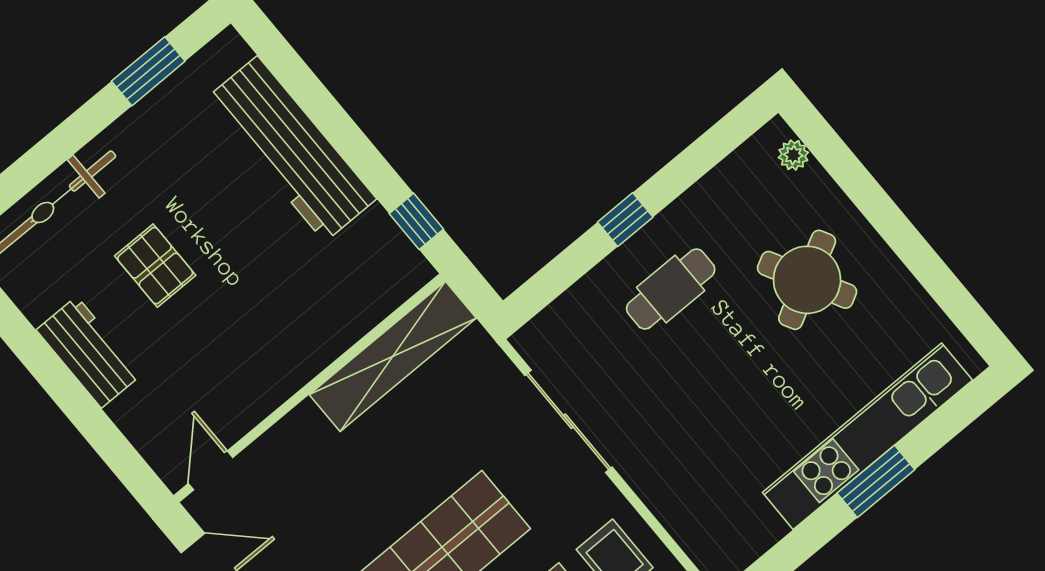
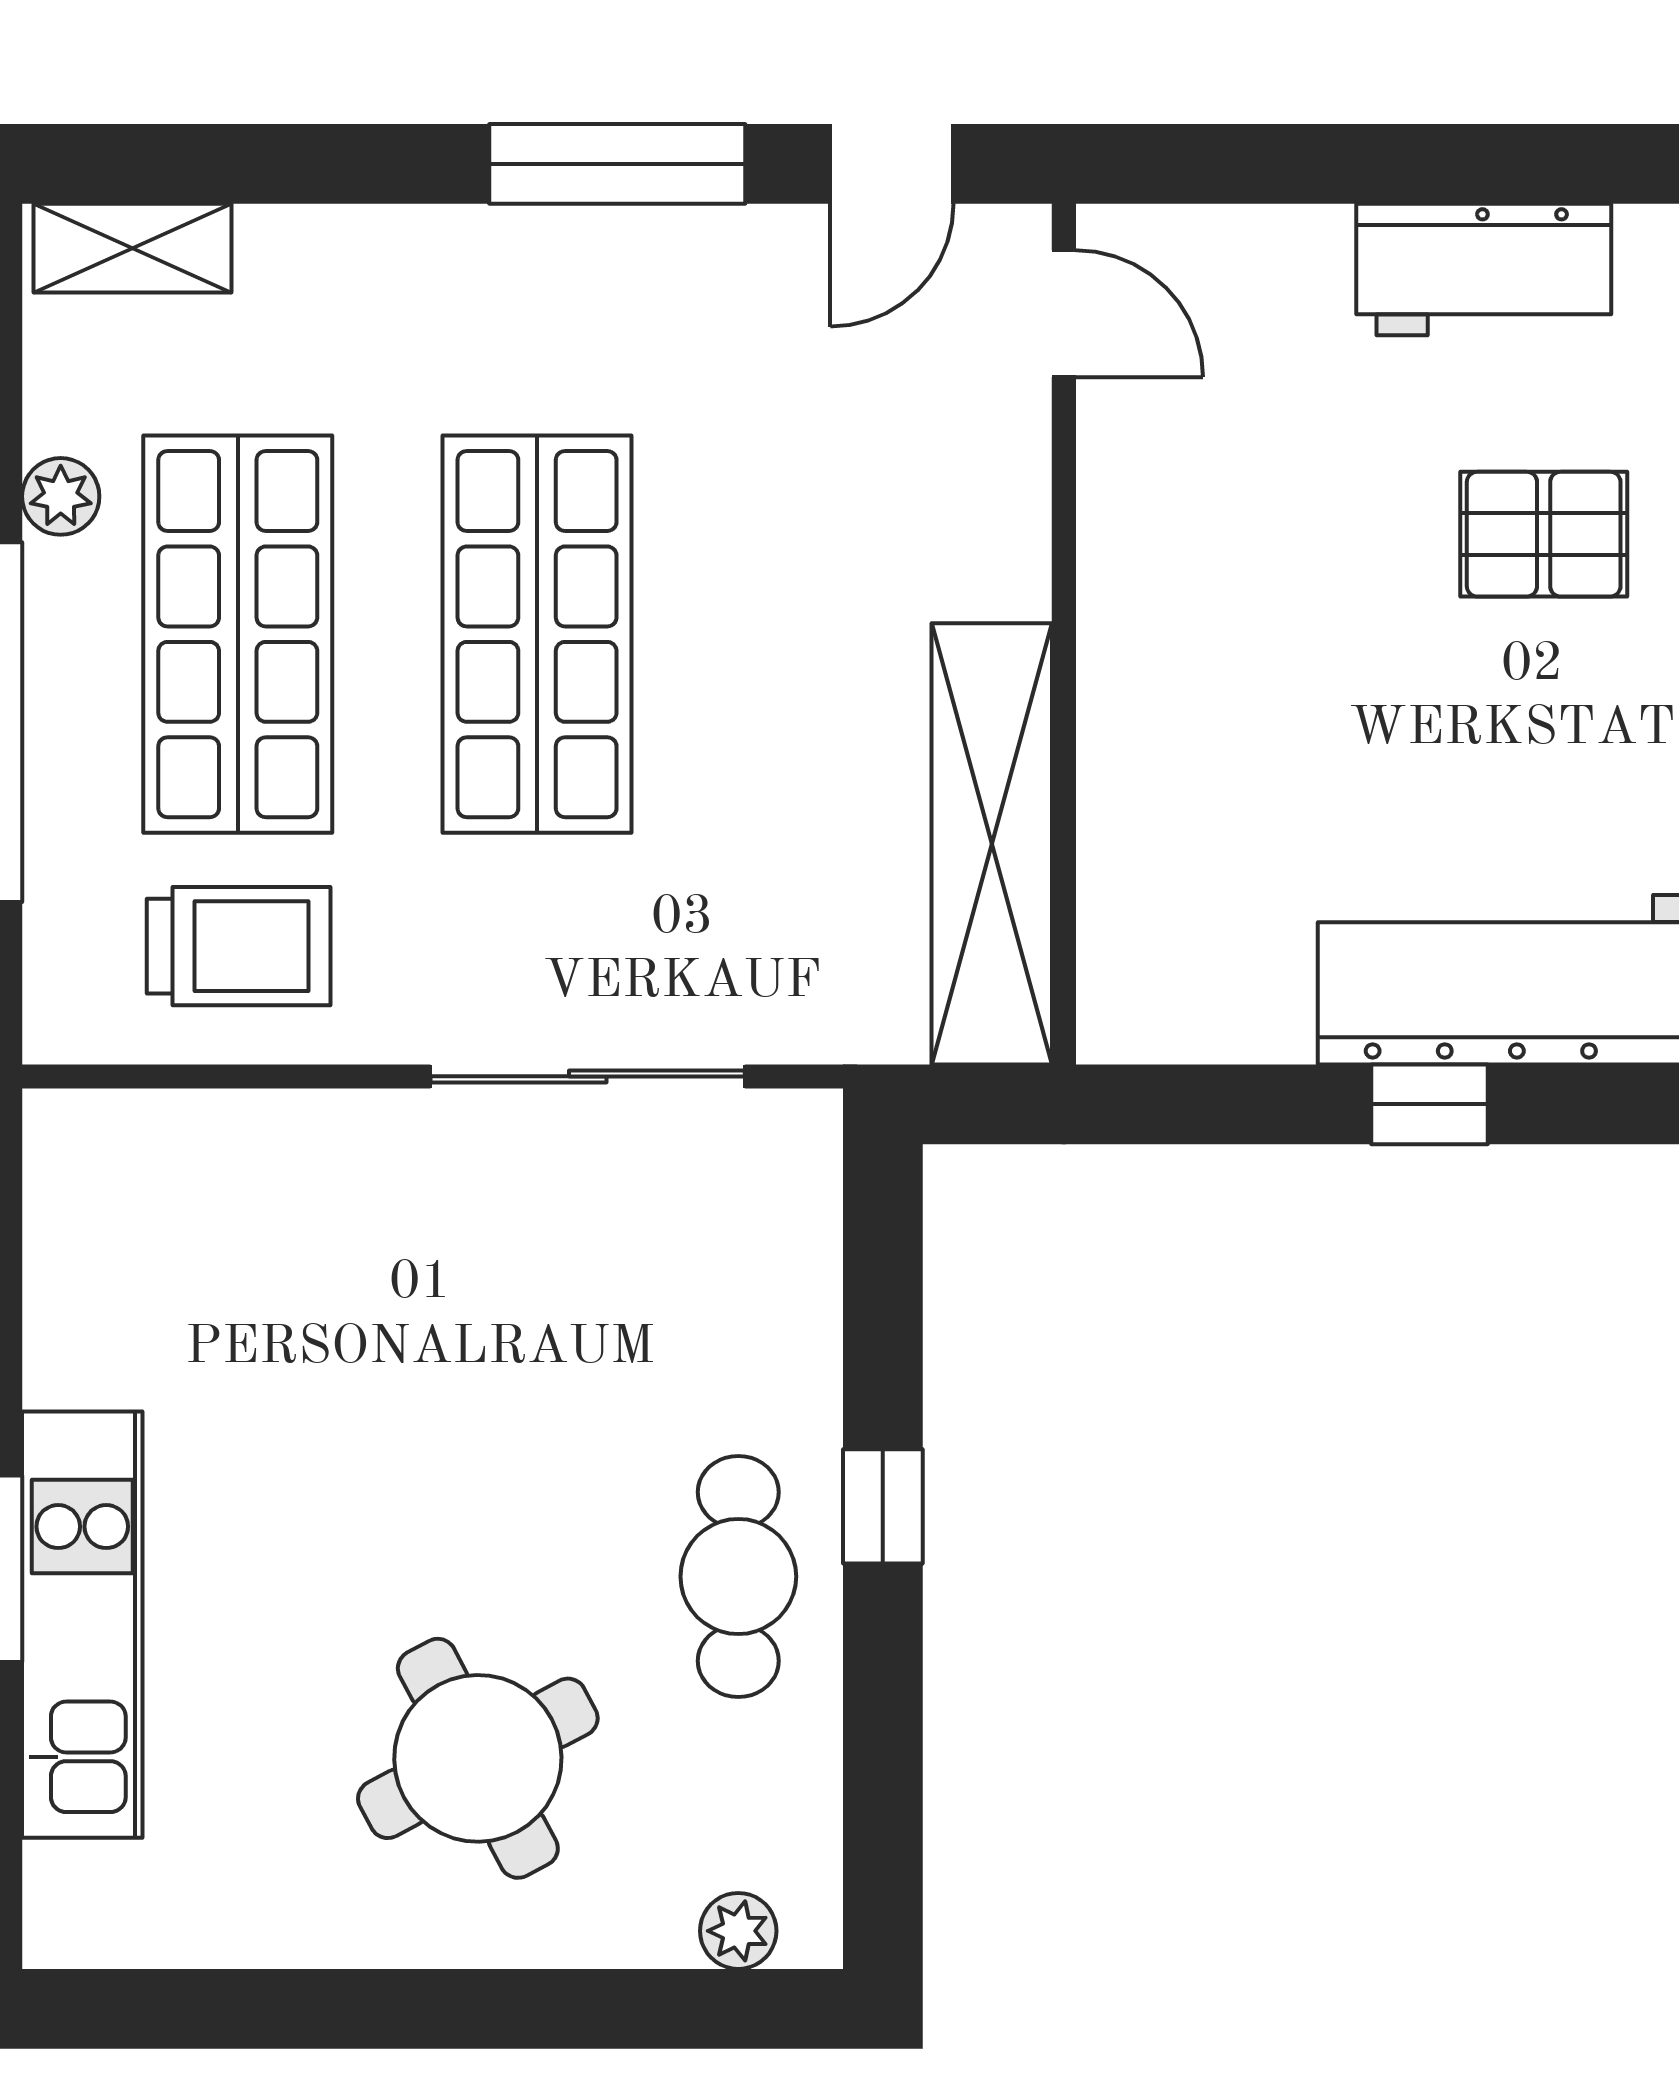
window: (416, 221) -> (1430, 1104), moved
cafe table: (671, 289) -> (738, 1577), moved
kitchen unit: (867, 436) -> (82, 1625), width x0.73

